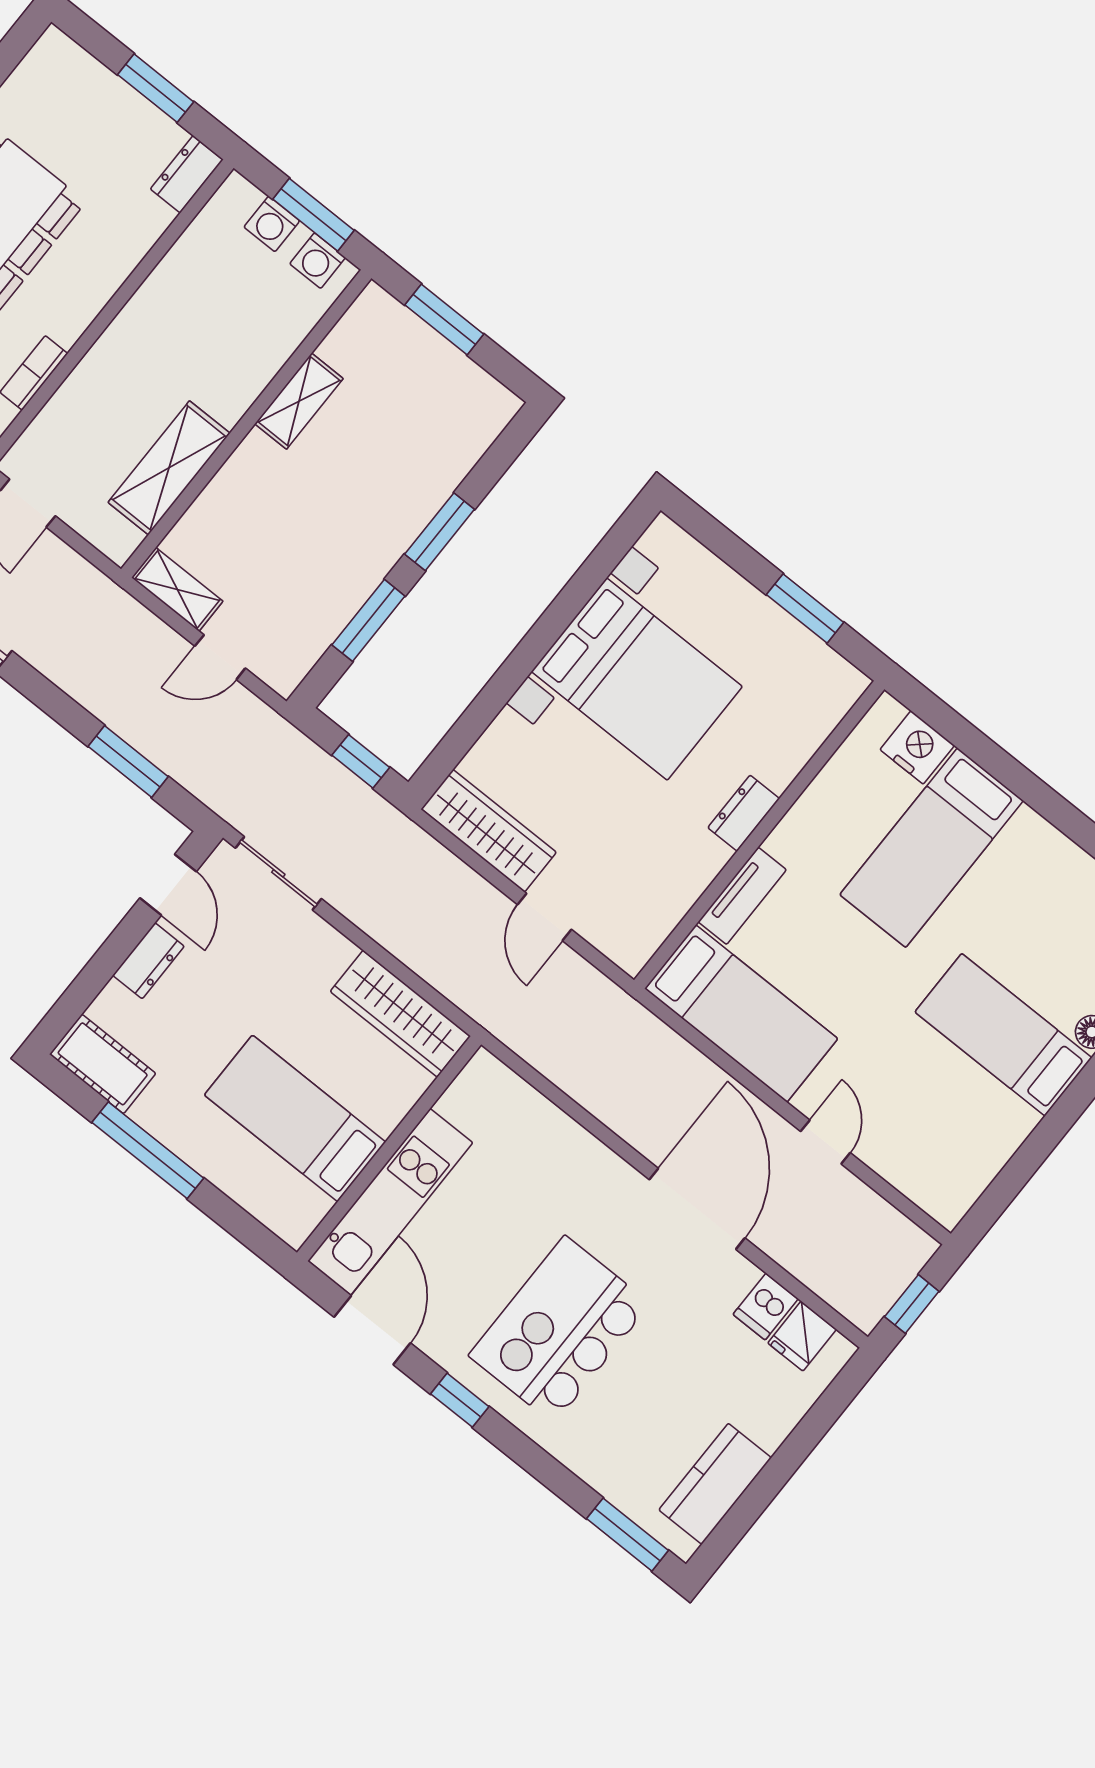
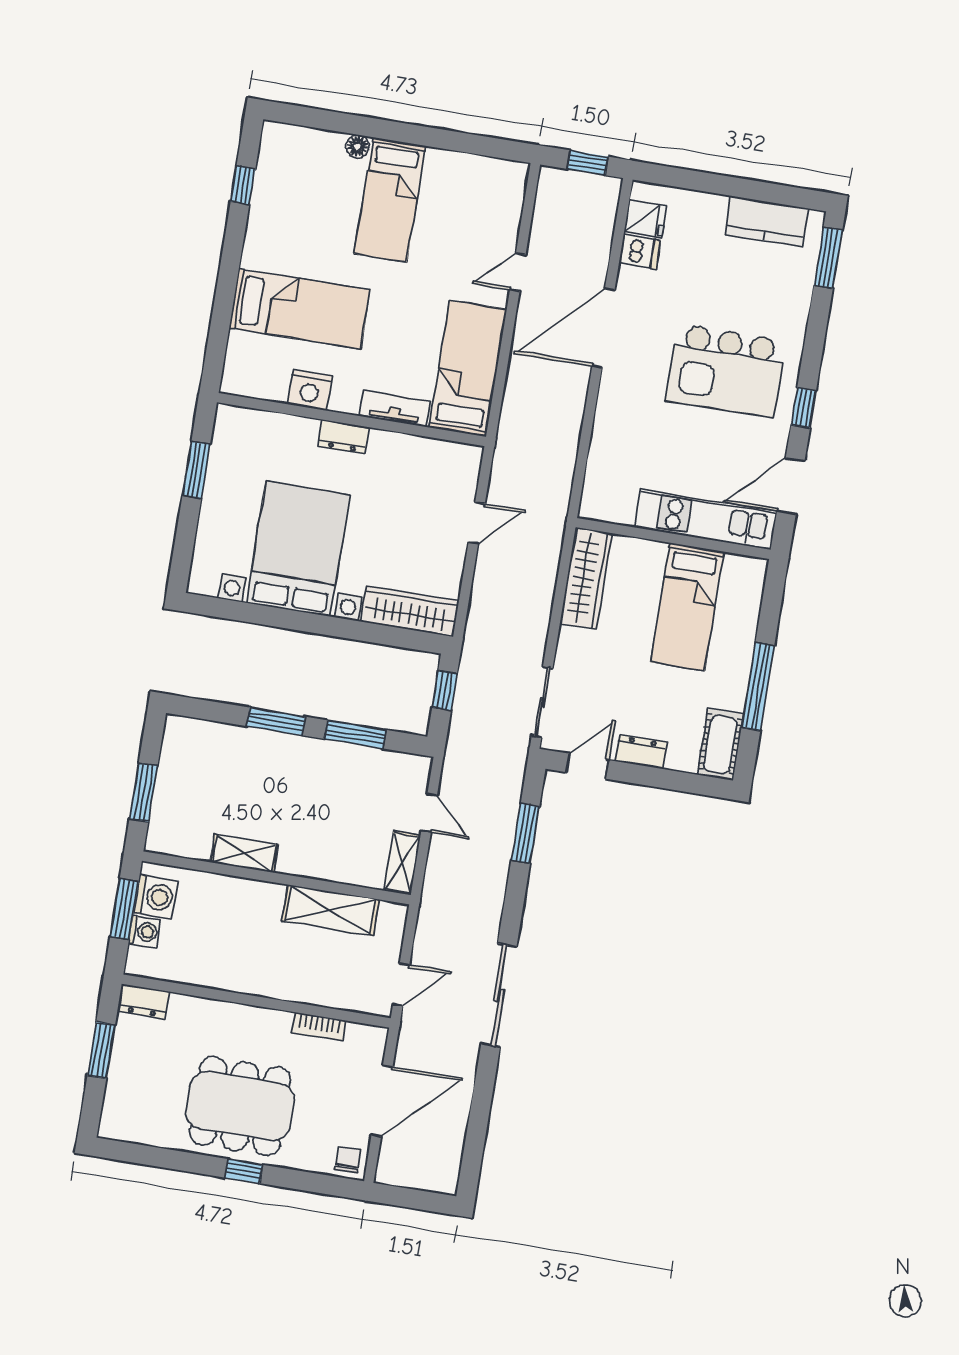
washing machine: (318, 261) -> (156, 897), width x1.38, depth x1.38
nightstand: (917, 747) -> (310, 390), moved, turned -90
wardrobe: (489, 831) -> (410, 611), moved, turned 90

